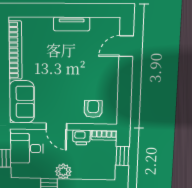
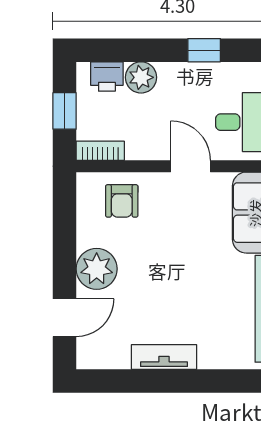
plant: (108, 73) -> (97, 269), added
printer: (81, 137) -> (107, 76), moved, turned 180
plant: (63, 171) -> (141, 77), moved

